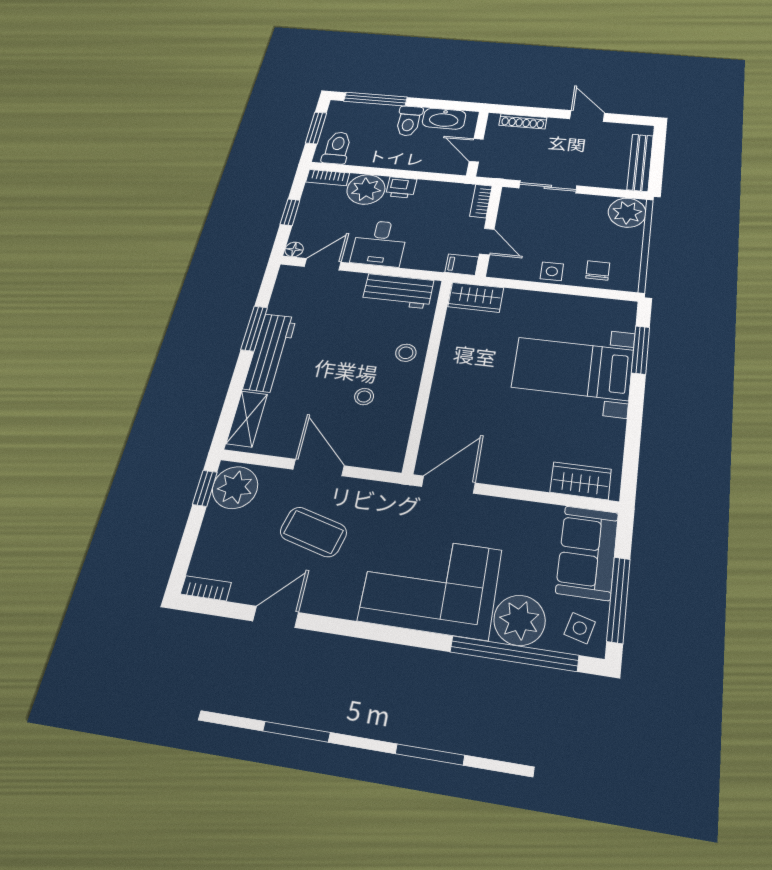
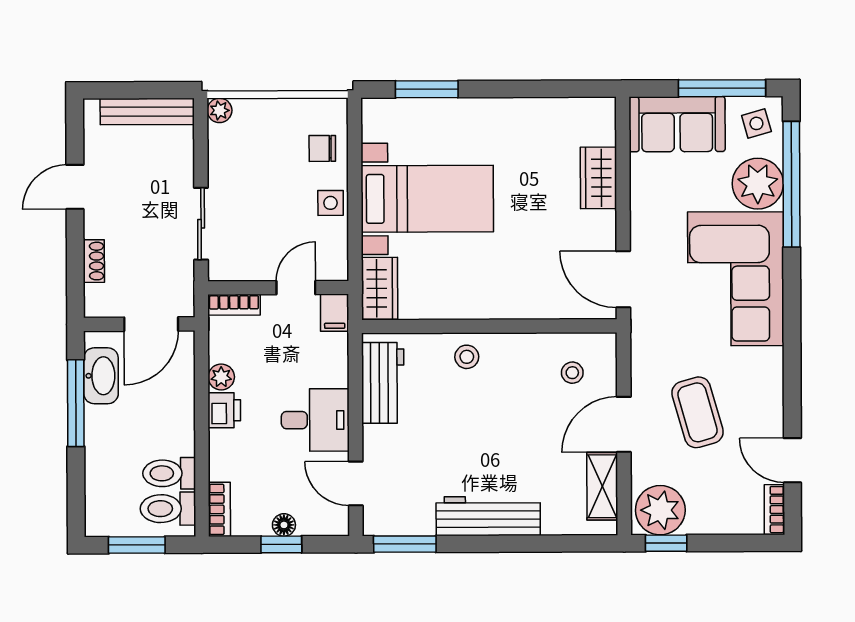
window: (375, 99) -> (76, 403), moved
toilet: (409, 121) -> (169, 473), moved, turned 180
shoe rack: (523, 121) -> (94, 261), width x0.70
door: (476, 150) -> (151, 324), width x1.38
plant: (366, 189) -> (221, 377), moved, width x0.53, depth x0.53
plant: (627, 213) -> (220, 110), width x0.53, depth x0.53
floor lamp: (294, 249) -> (284, 525), moved
window: (254, 328) -> (405, 544), moved
bed with nightstands: (573, 369) -> (427, 199), moved, turned -90
stool: (364, 397) -> (572, 373), moved
shelving: (247, 419) -> (602, 486), moved, turned 90
wardrobe: (581, 481) -> (598, 178), moved
coffee table: (313, 532) -> (698, 412), turned -31
door: (276, 617) -> (792, 460), moved
side table: (580, 628) -> (756, 123), turned -31

